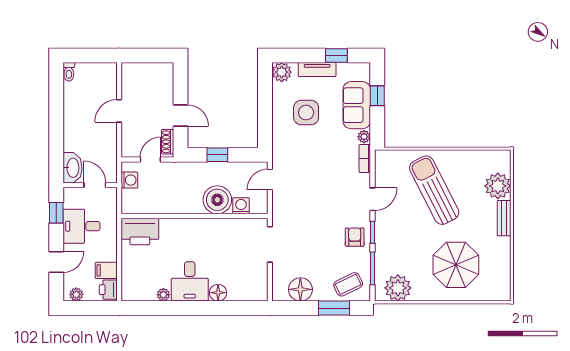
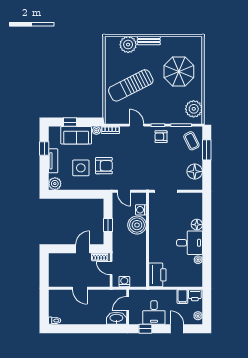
armchair: (309, 148) -> (104, 166), added

